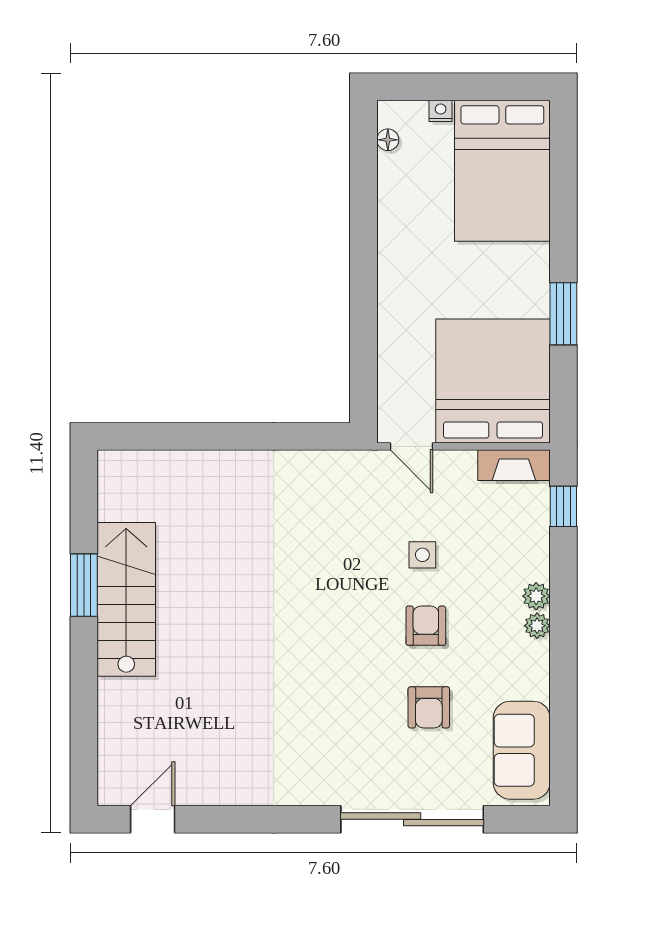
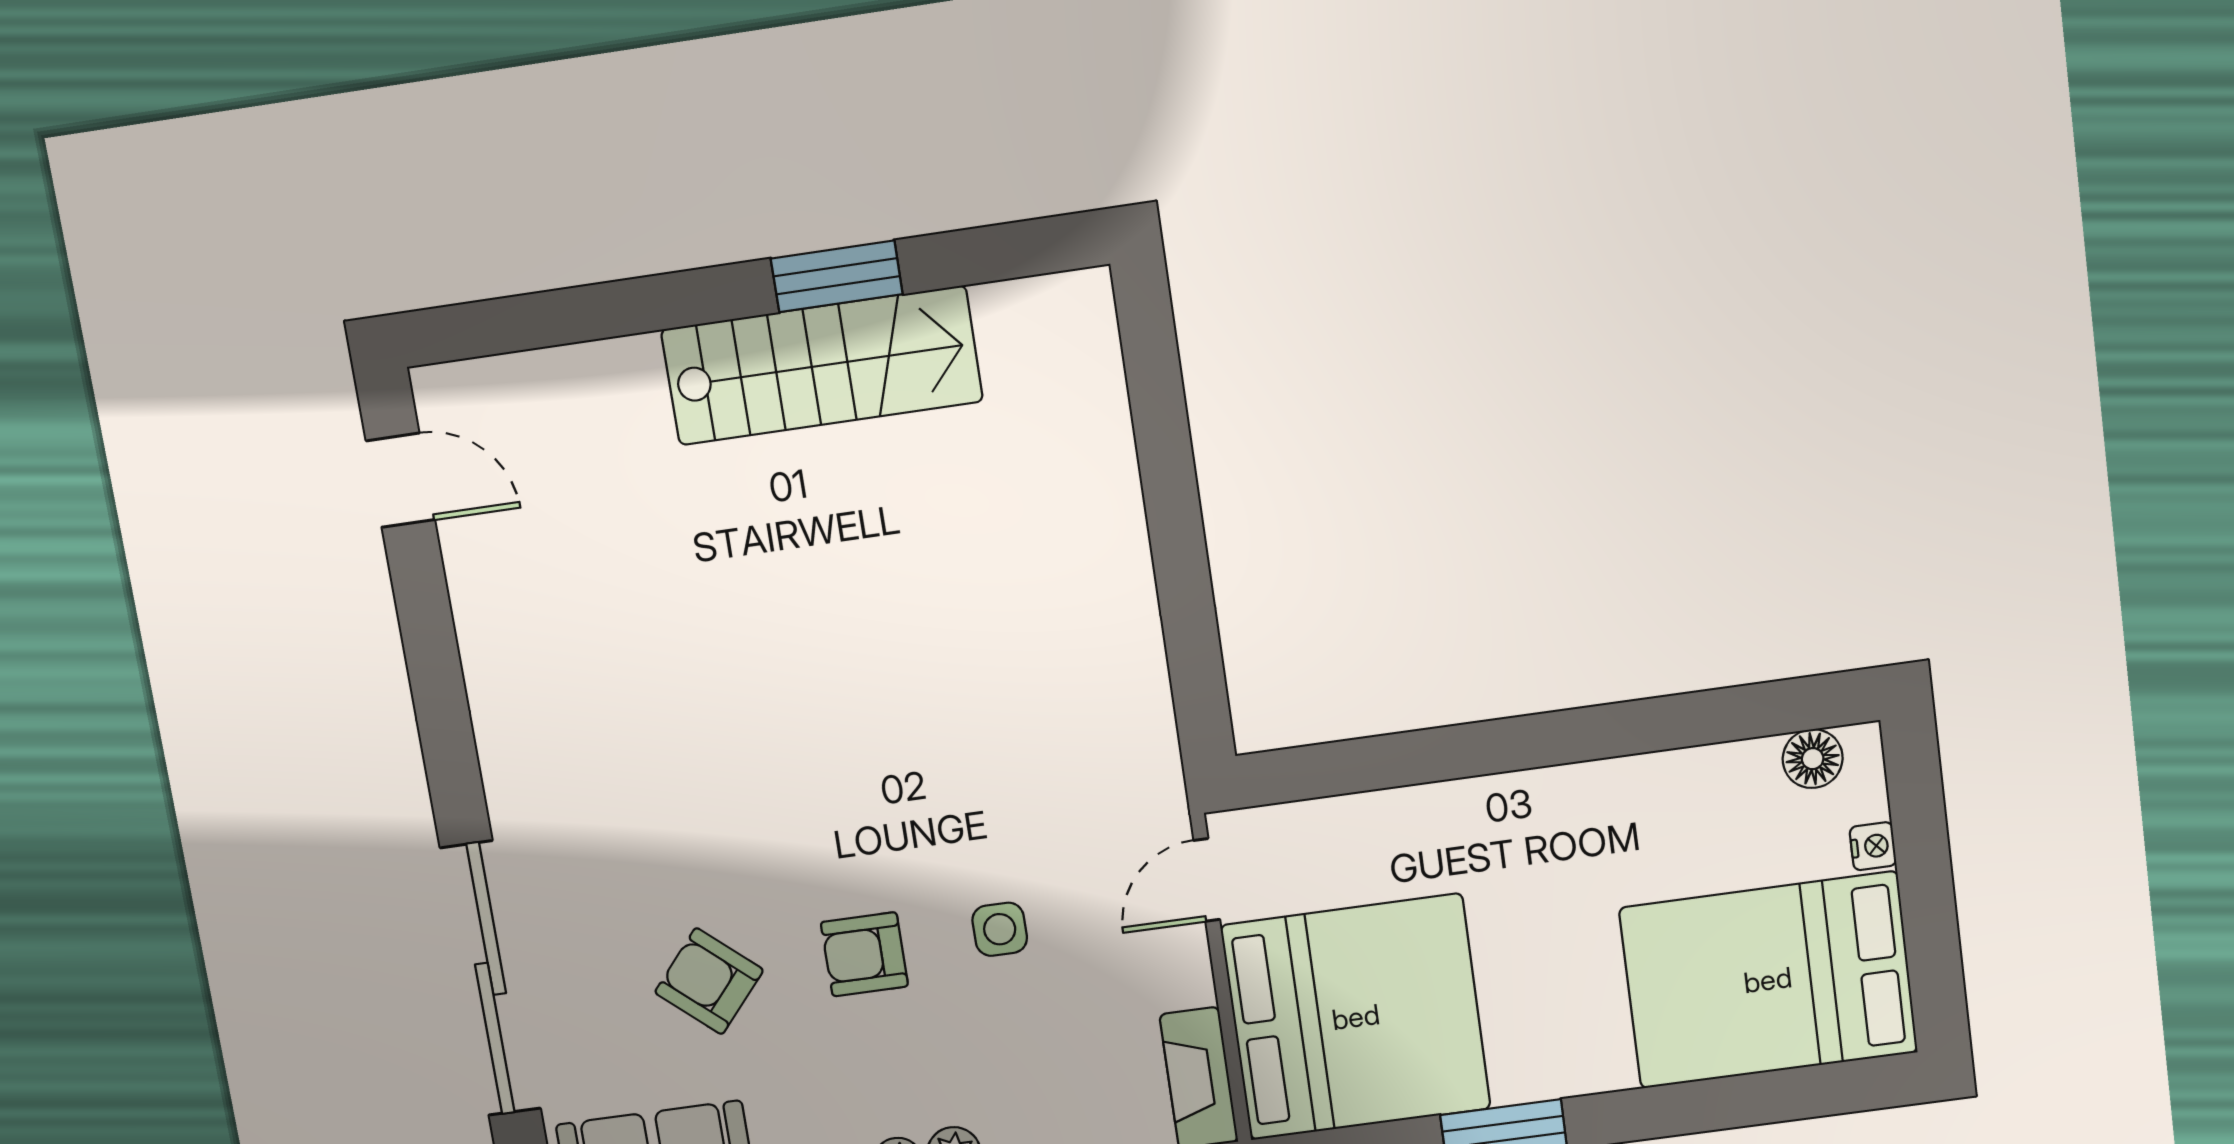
floor lamp: (388, 140) -> (1813, 759), width x1.37, depth x1.37
armchair: (426, 626) -> (864, 954), turned 180
armchair: (429, 707) -> (709, 981), turned 41

